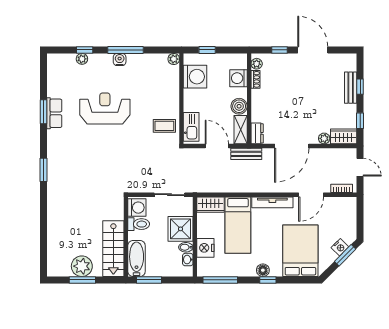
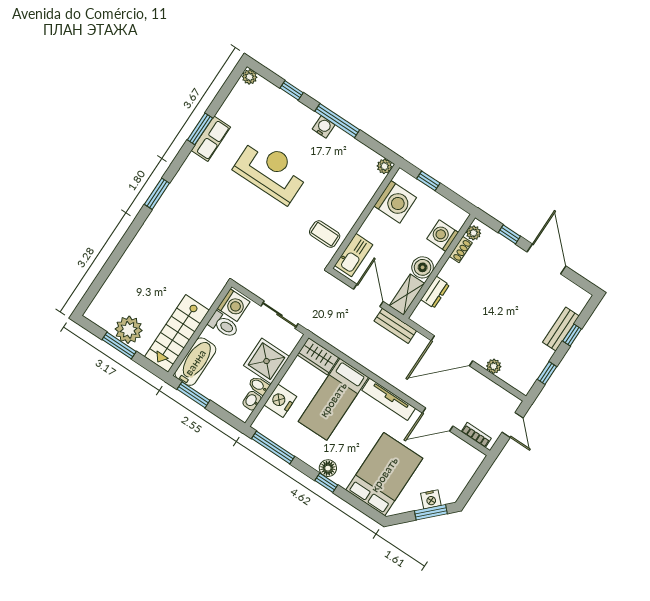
plant: (82, 59) -> (250, 77), moved
dresser: (257, 133) -> (435, 292), moved
wardrobe: (344, 136) -> (517, 378), removed

